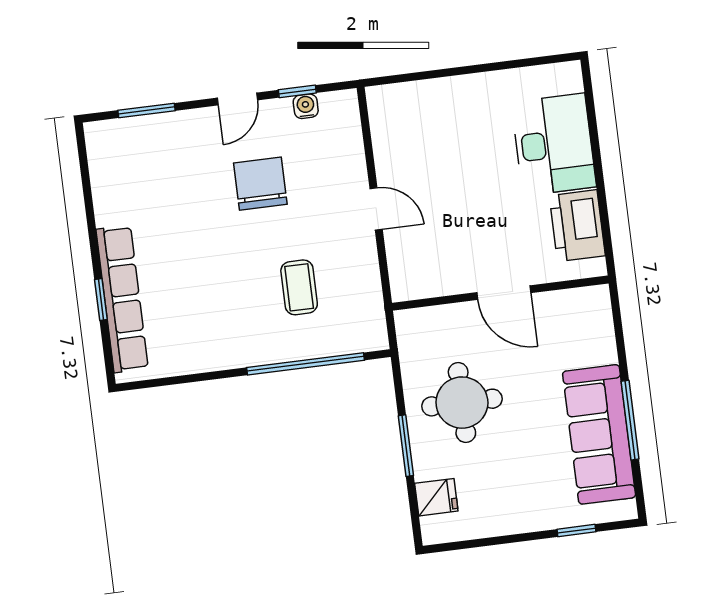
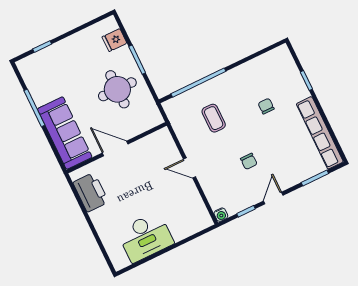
water cooler: (306, 106) -> (221, 215), moved
desk: (554, 144) -> (145, 237), moved, turned -90
chair: (260, 184) -> (249, 161), width x0.54, depth x0.54
chair: (193, 277) -> (266, 106), added
row of seats: (122, 299) -> (320, 133), moved
sofa: (599, 434) -> (65, 133), moved

